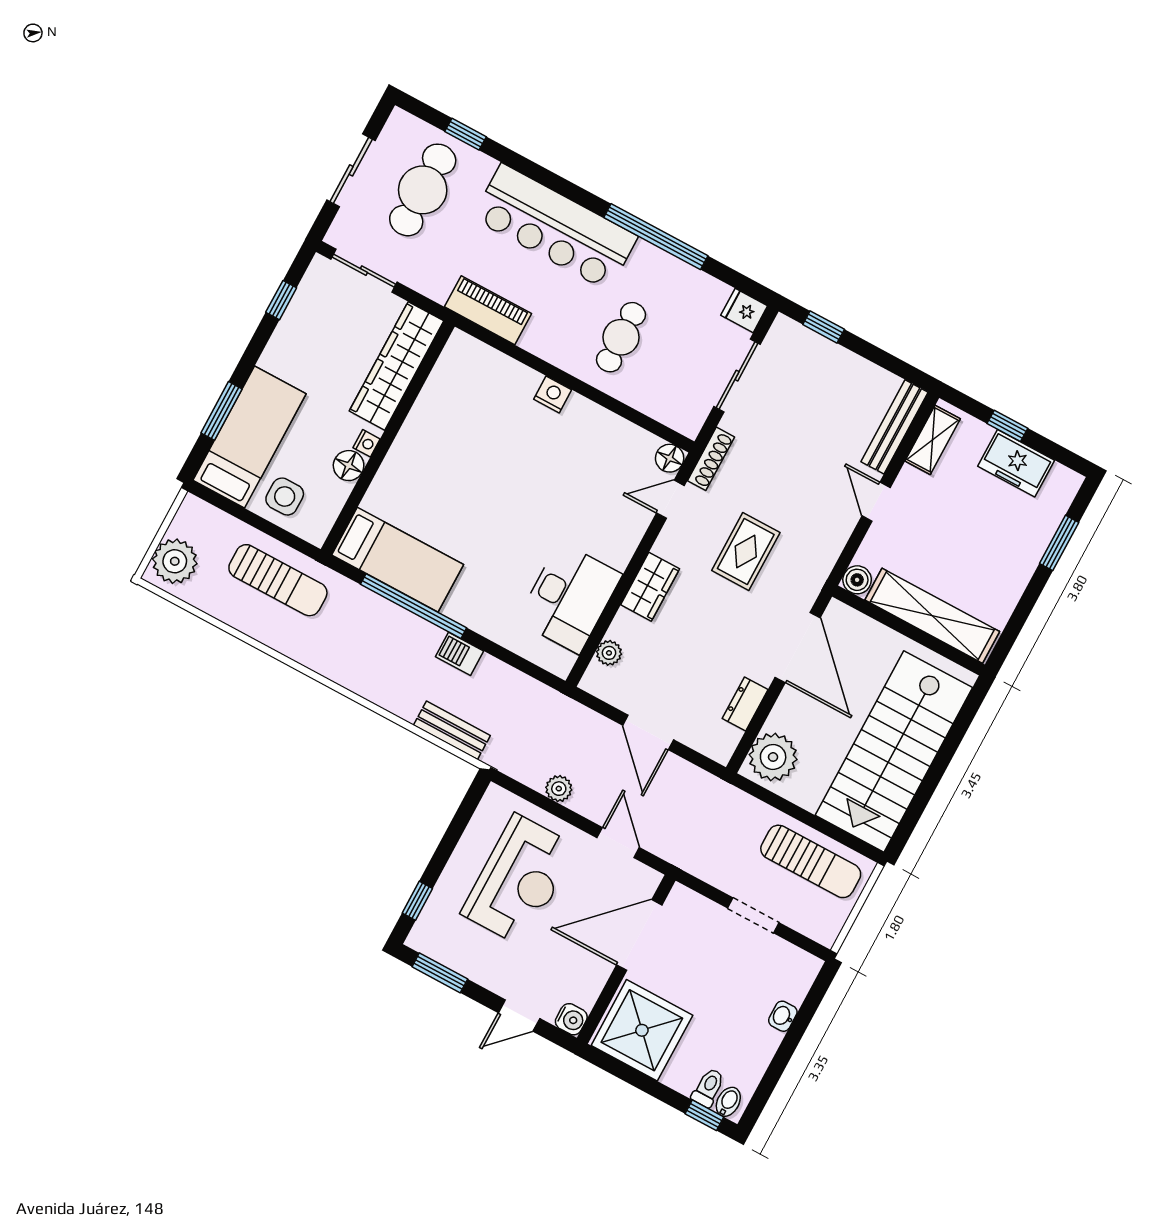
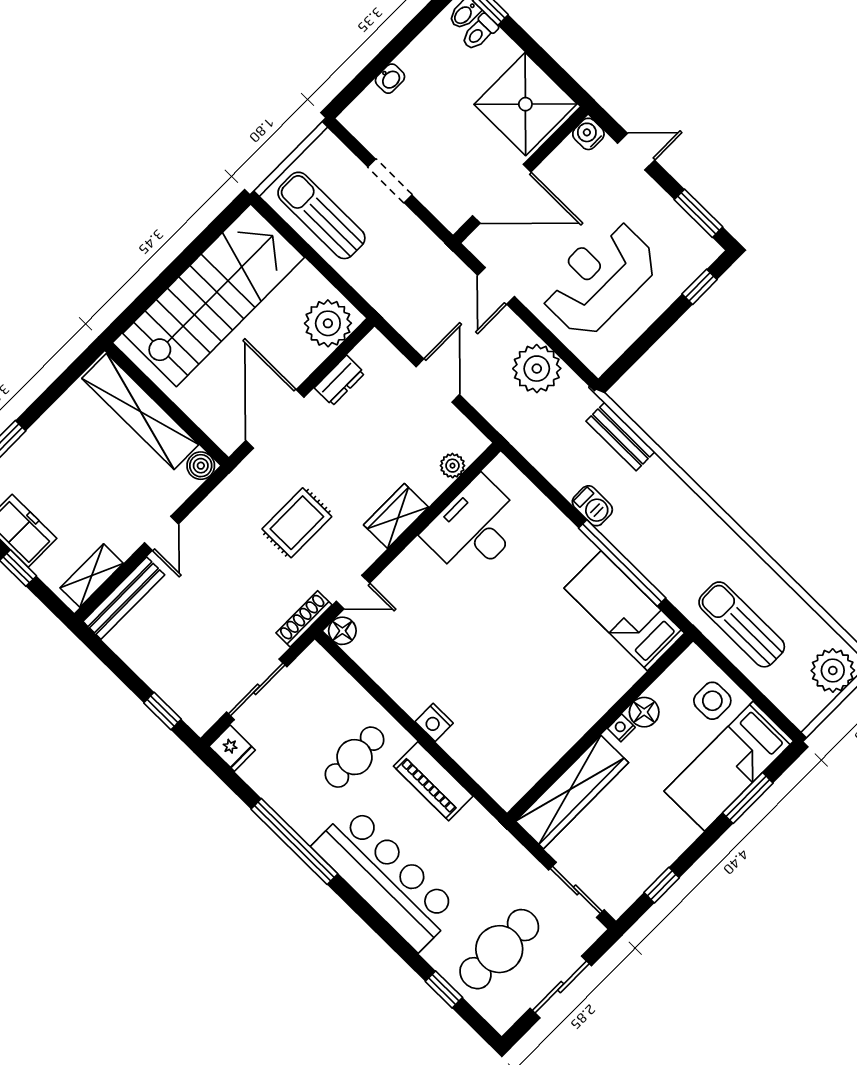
piano: (488, 310) -> (433, 781), moved
plant: (559, 789) -> (537, 369), width x1.87, depth x1.87

